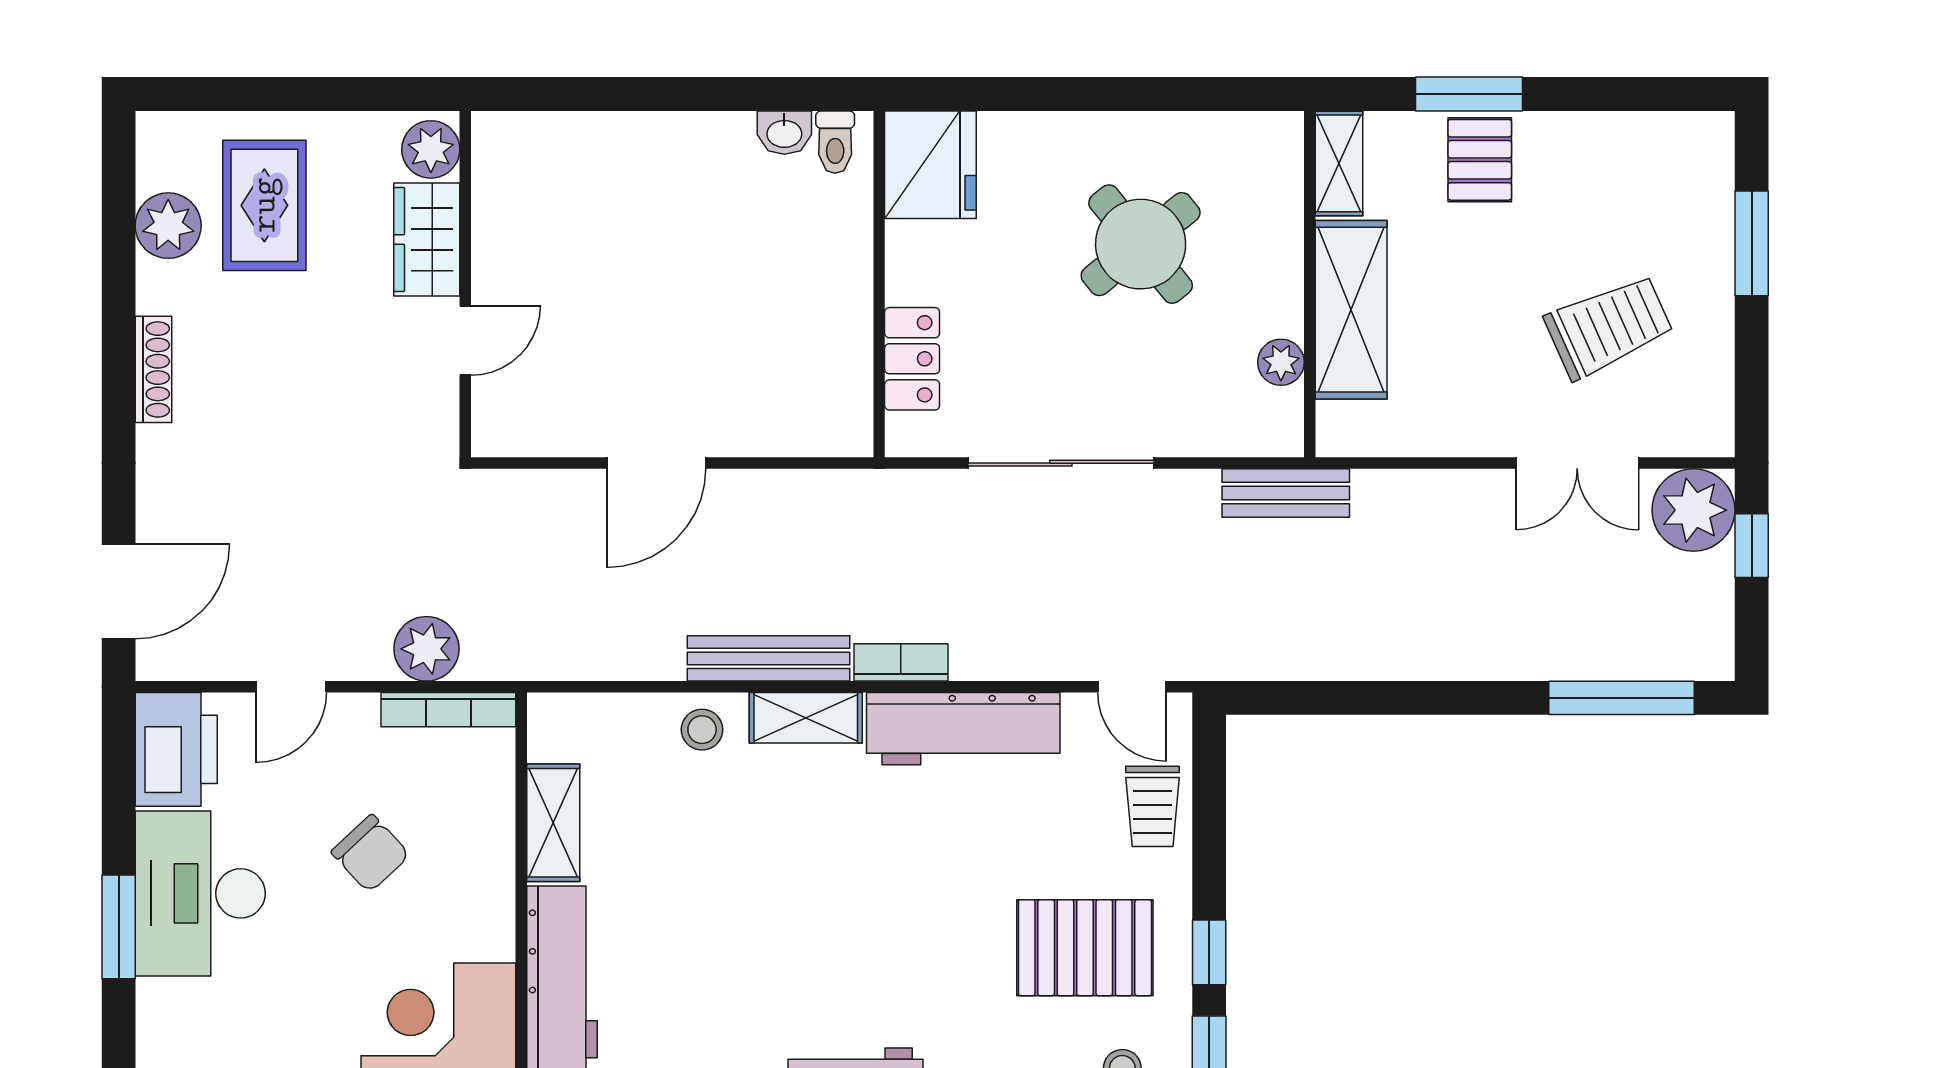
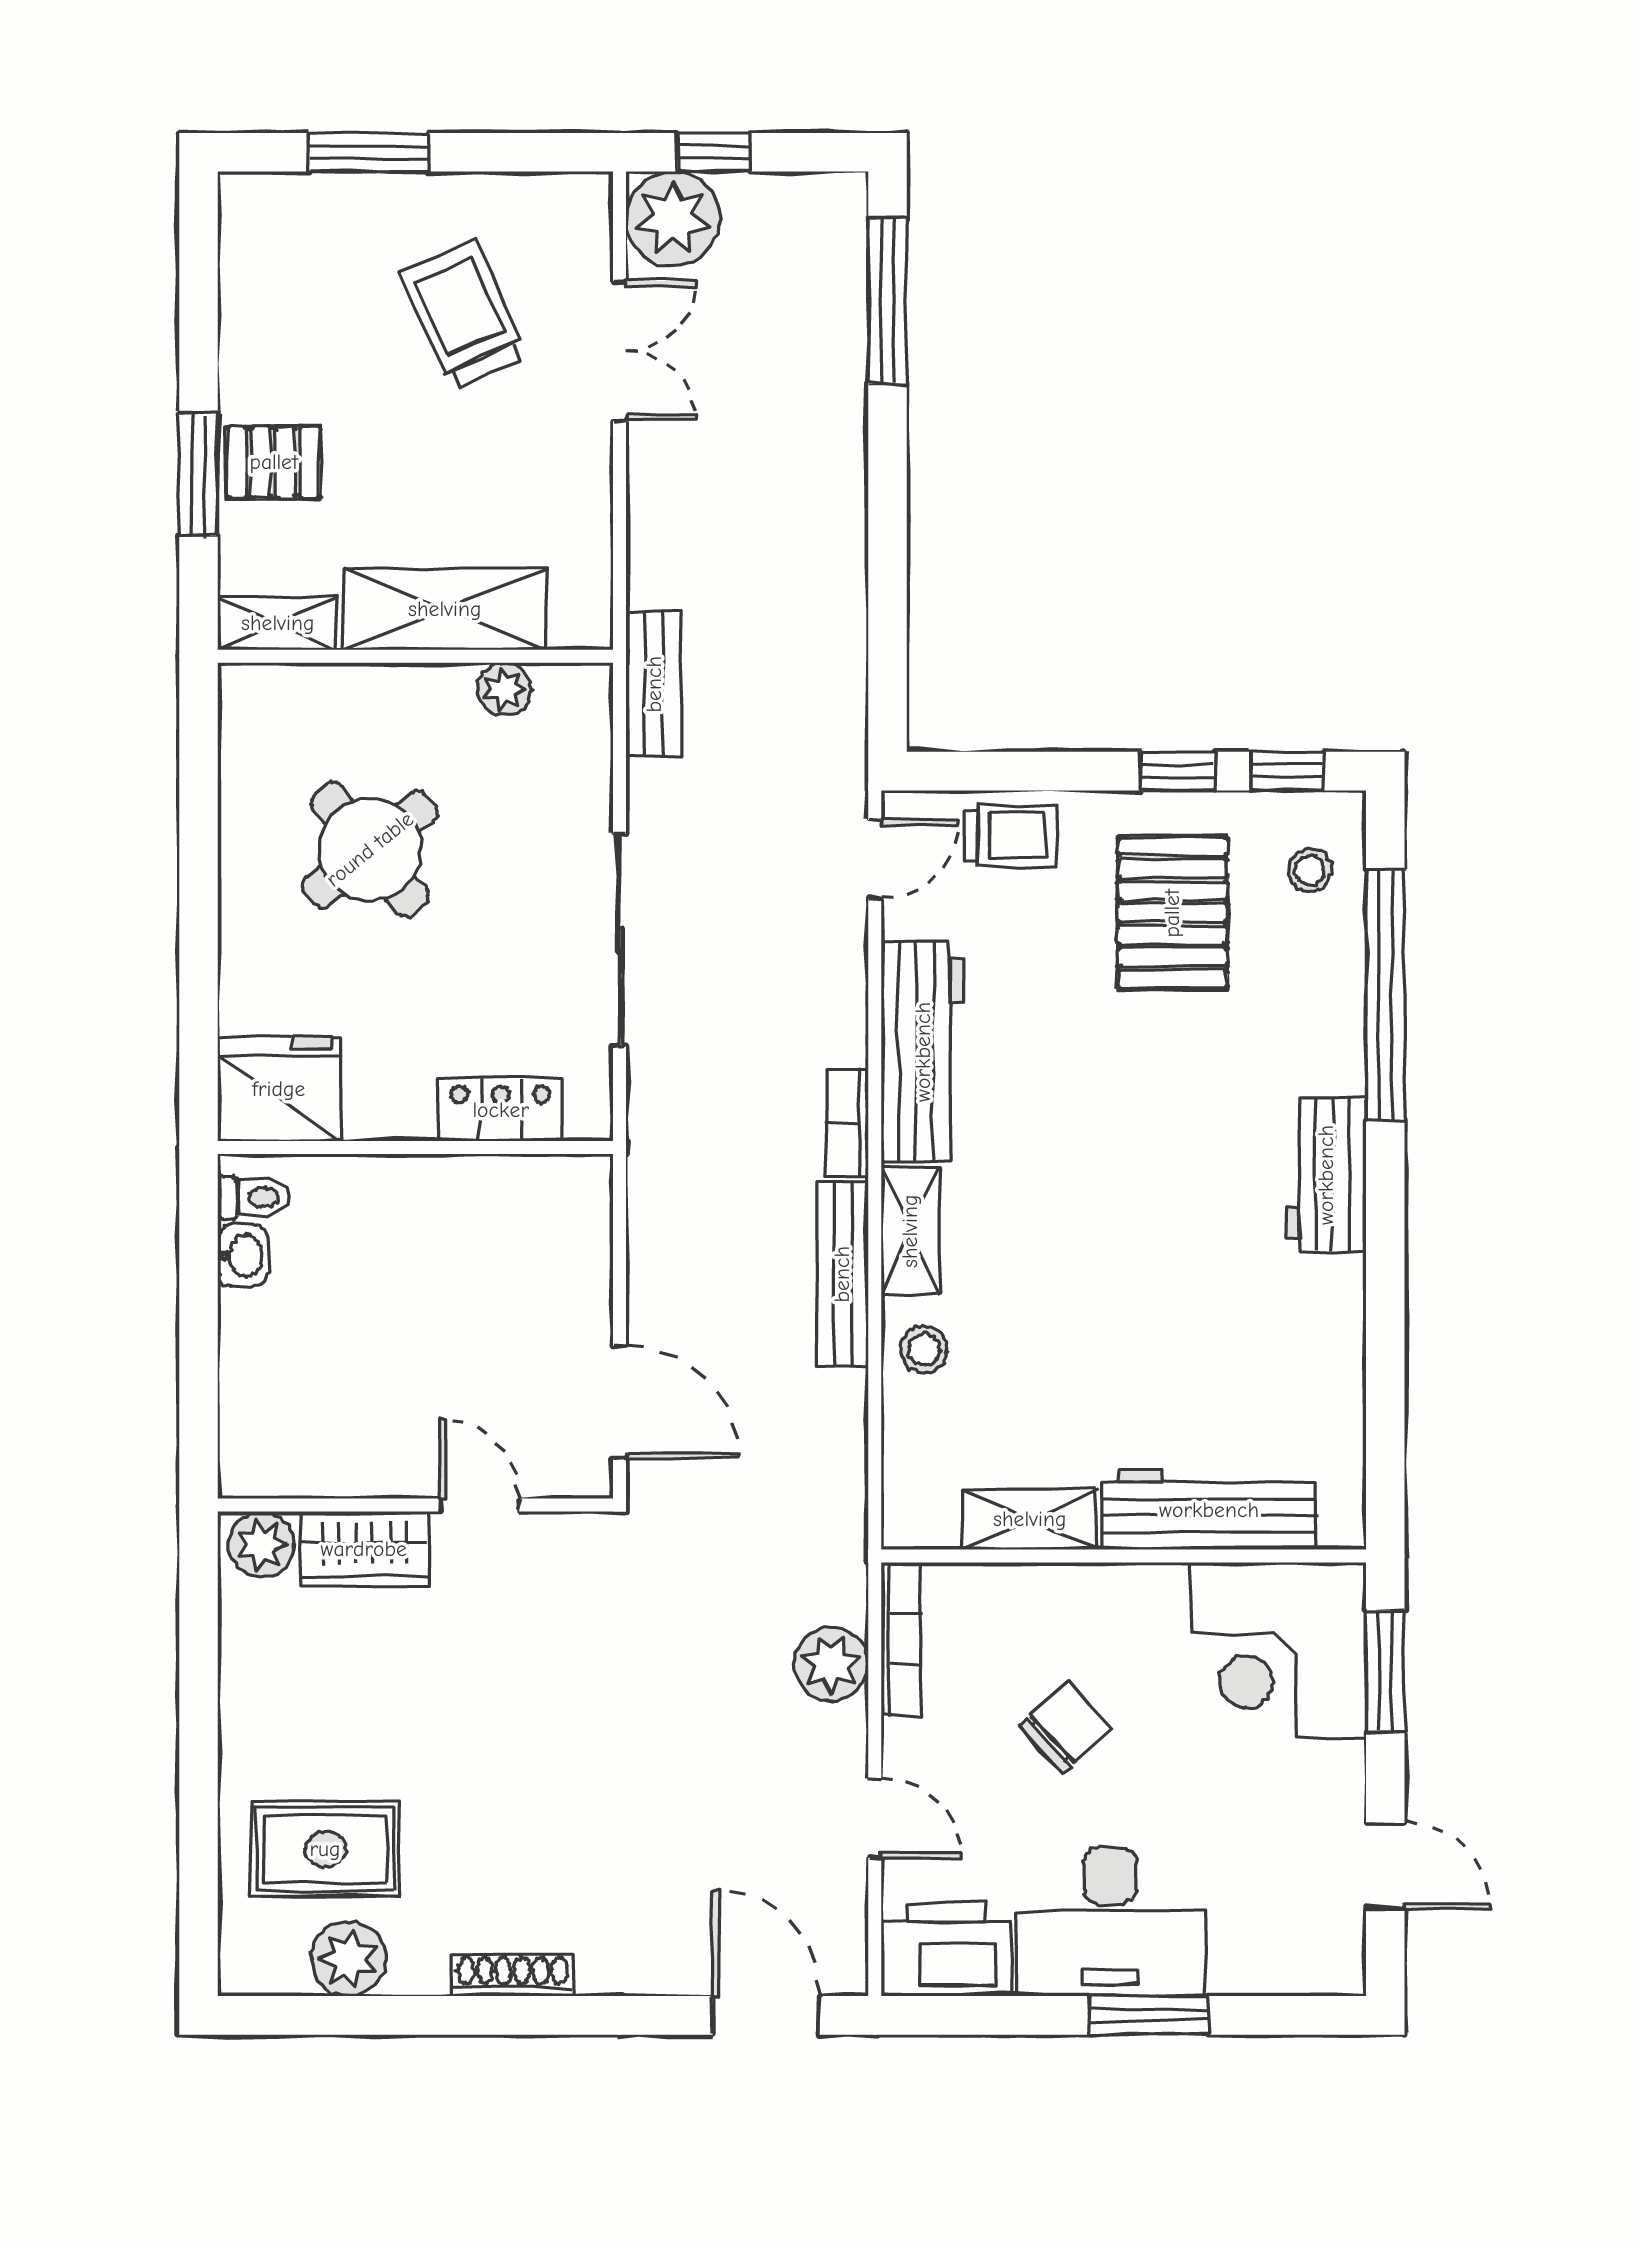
plant: (431, 149) -> (262, 1544), moved
wardrobe: (427, 239) -> (364, 1549), moved
wall: (465, 284) -> (415, 1505), moved
door: (465, 340) -> (480, 1505), moved

